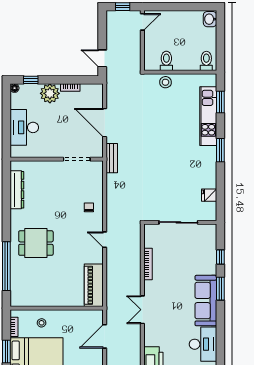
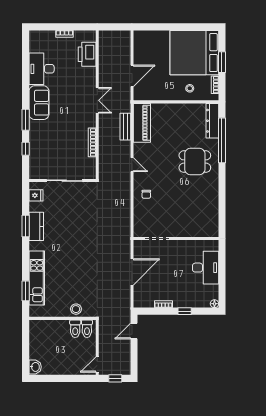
door: (102, 58) -> (134, 331), swing flipped
toilet: (206, 61) -> (87, 329), moved
window: (31, 80) -> (185, 311), moved
plant: (50, 93) -> (182, 299), removed
door: (105, 123) -> (132, 272), hinge flipped
window: (220, 150) -> (26, 226), moved
bench: (112, 158) -> (125, 127), moved
kitchen counter: (209, 172) -> (36, 226), added
dresser: (17, 190) -> (212, 121), moved
fridge: (209, 195) -> (36, 195), moved
sofa: (206, 301) -> (39, 103), width x0.73

